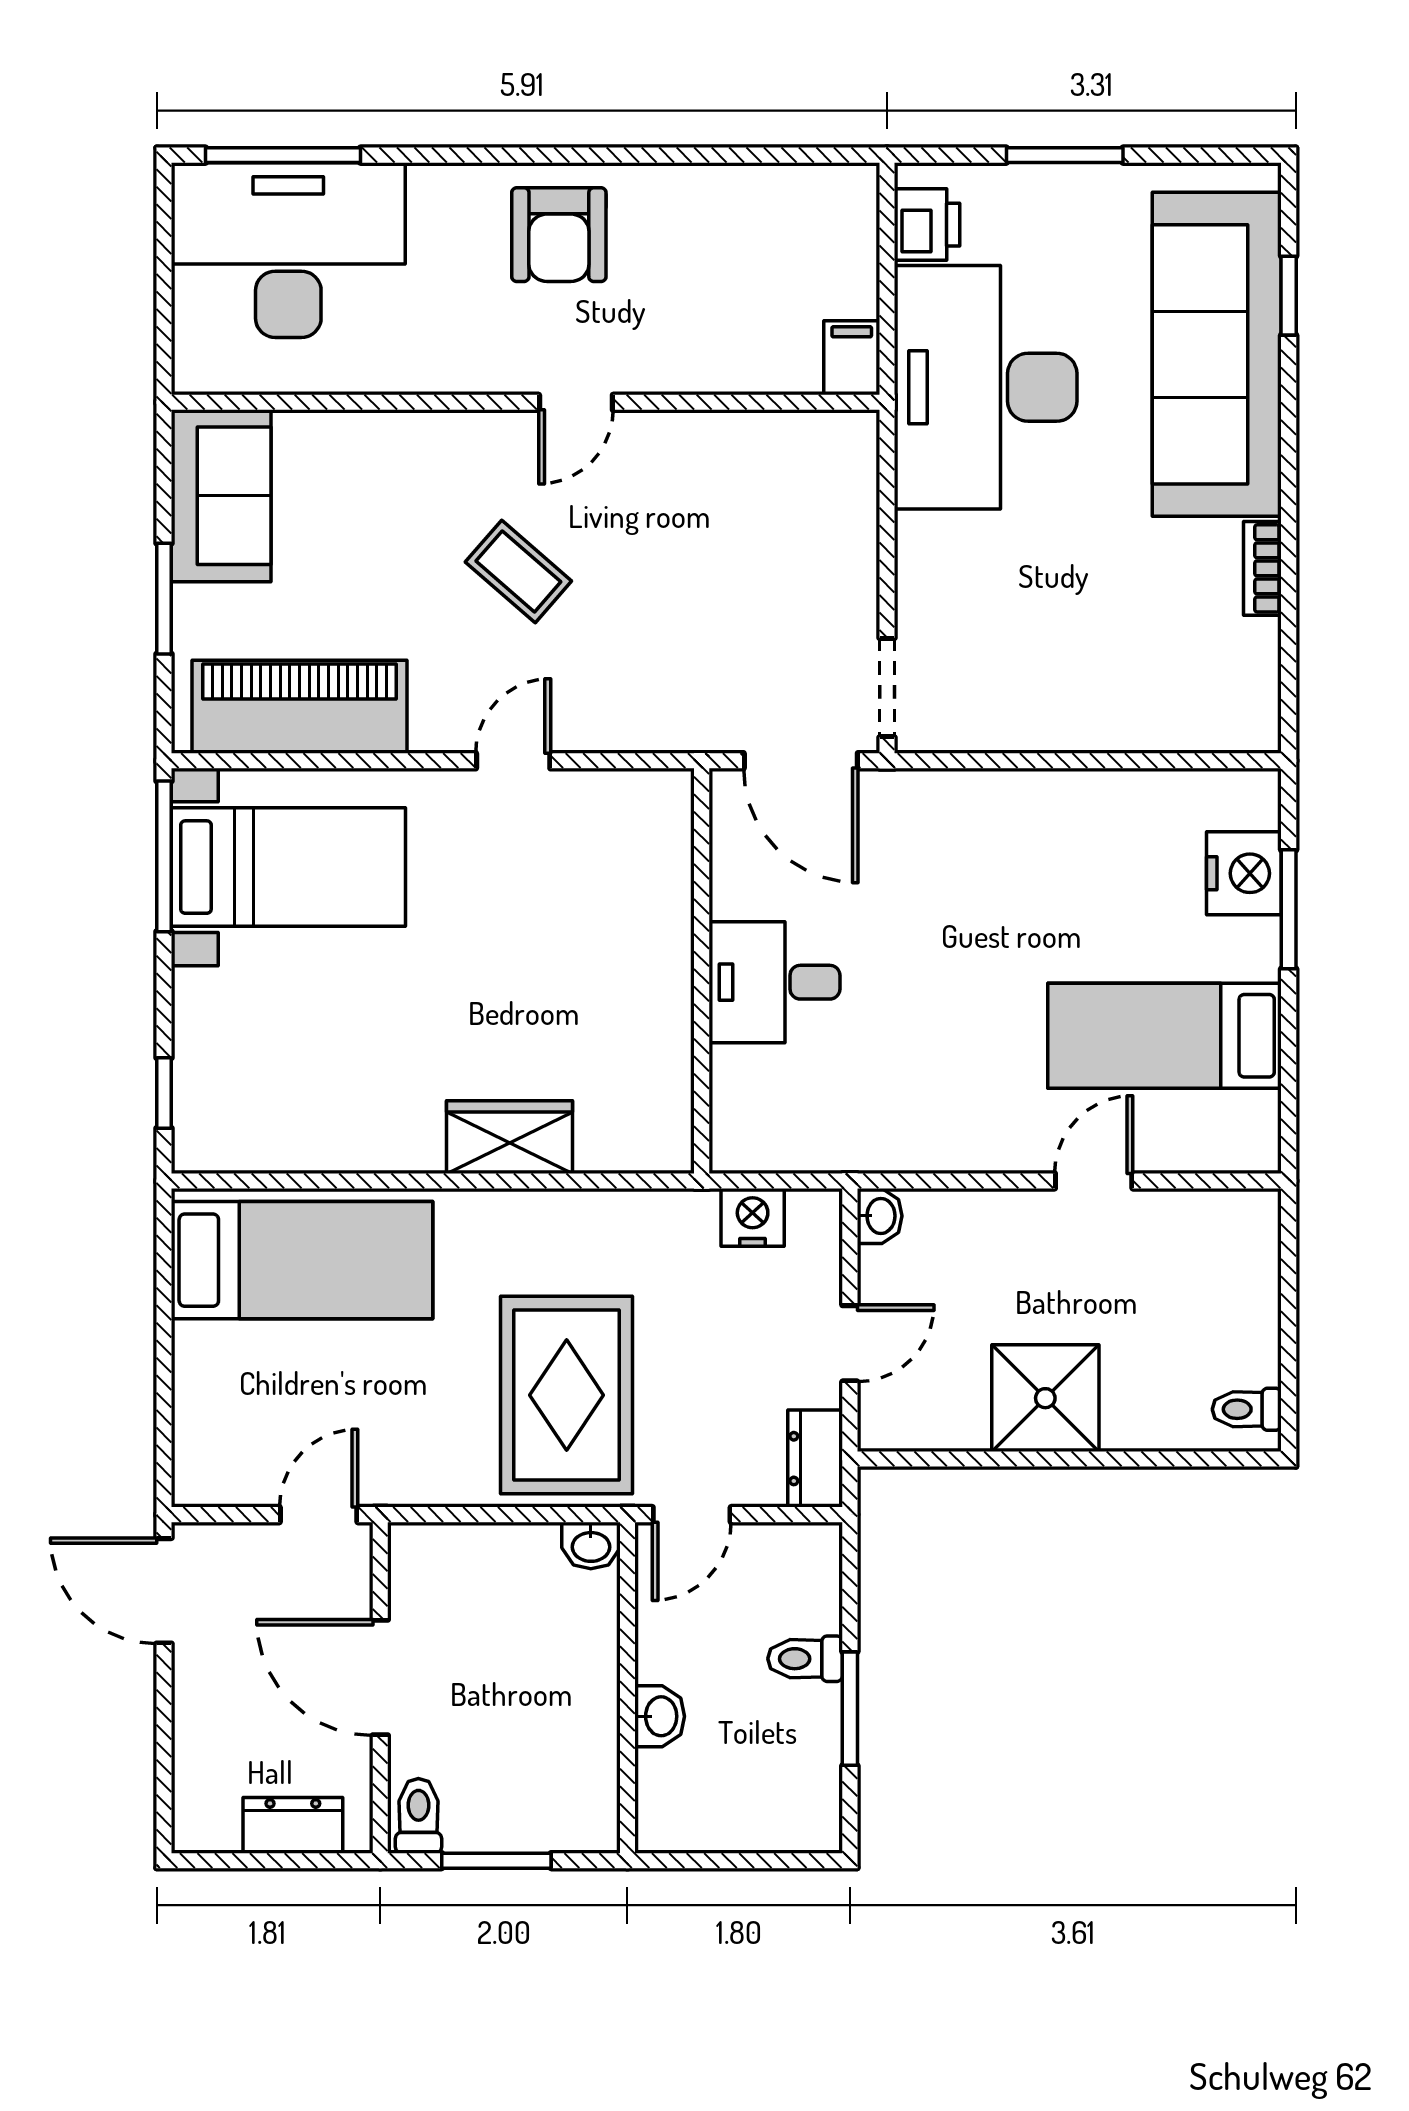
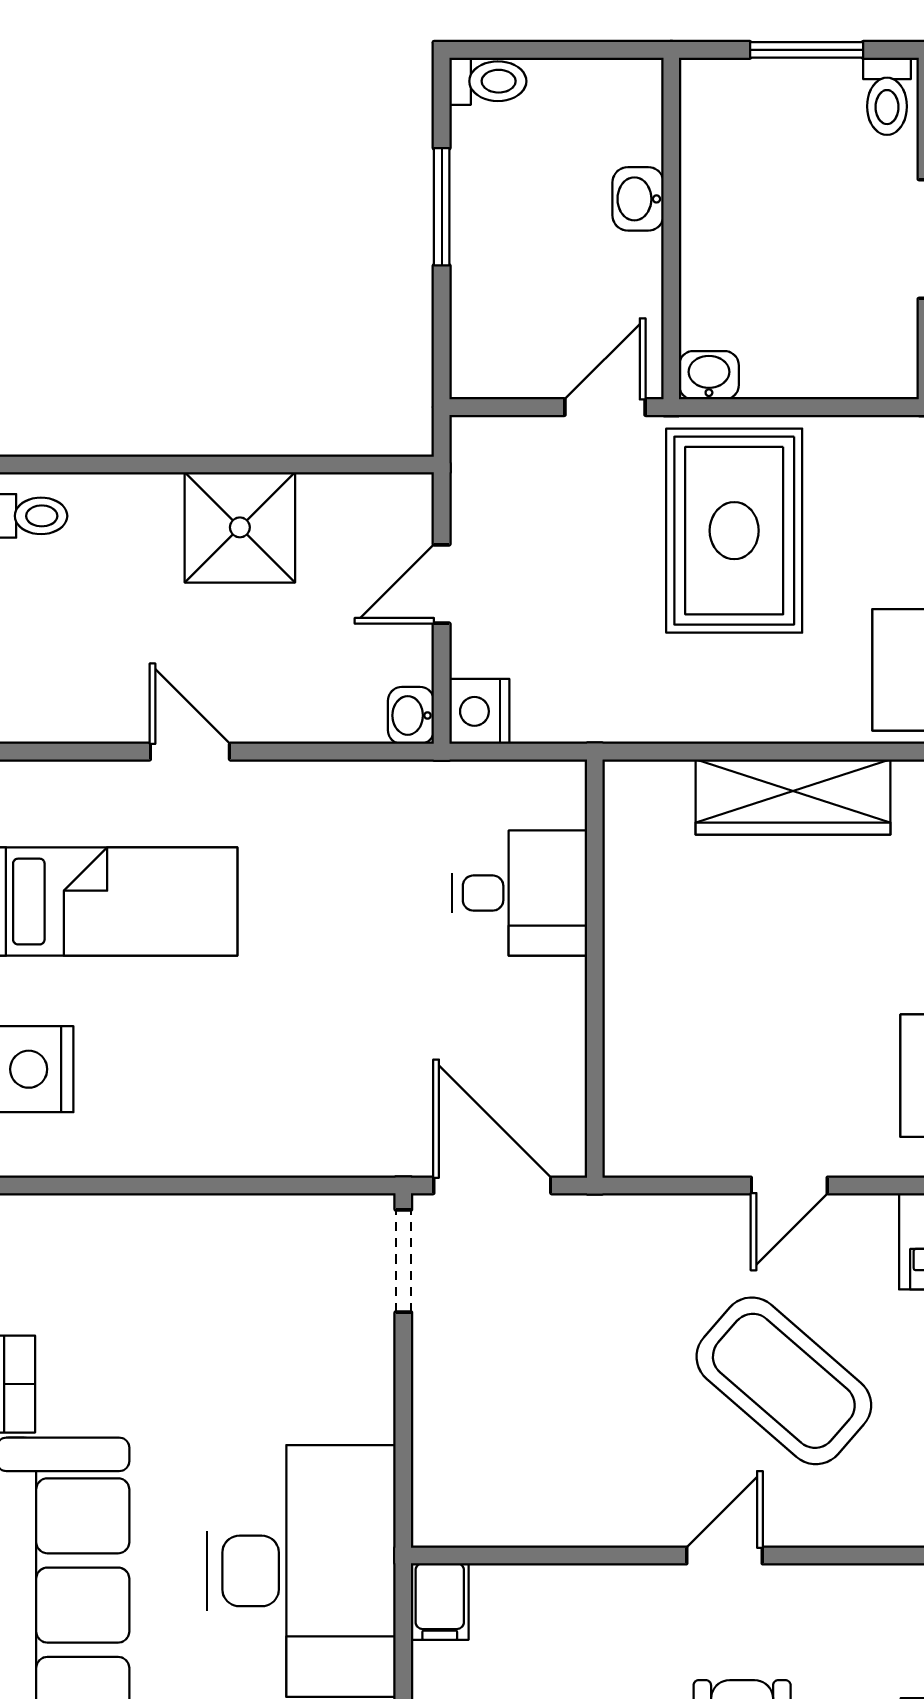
coffee table: (518, 571) -> (784, 1381), width x1.86, depth x1.72
desk: (774, 982) -> (520, 893), moved
wardrobe: (510, 1137) -> (793, 797), width x1.50
door: (1094, 1181) -> (190, 752), swing flipped
nightstand: (753, 1217) -> (479, 711), moved, turned 90
dresser: (815, 1459) -> (478, 465), removed
toilet: (805, 1659) -> (488, 81), moved

